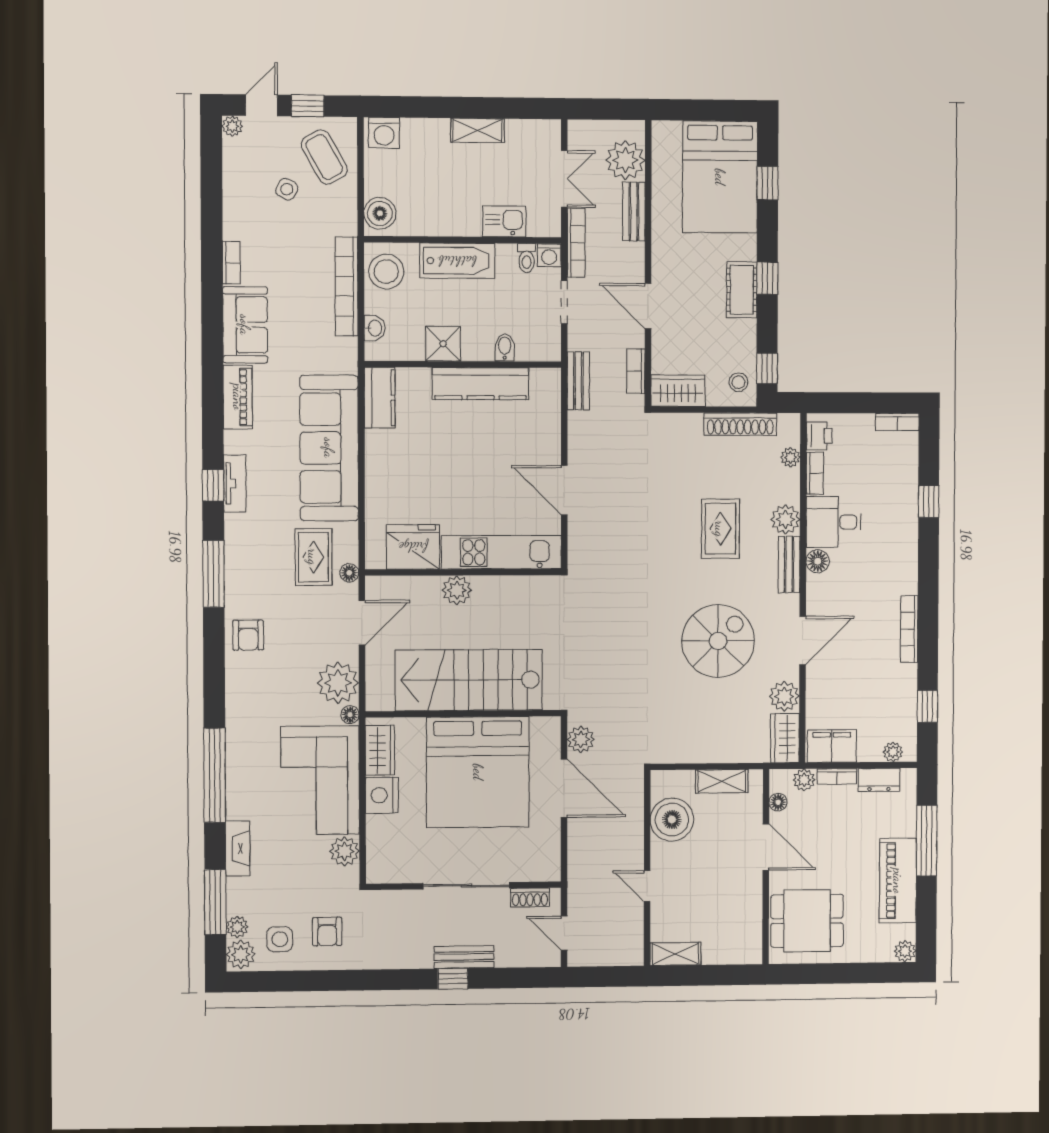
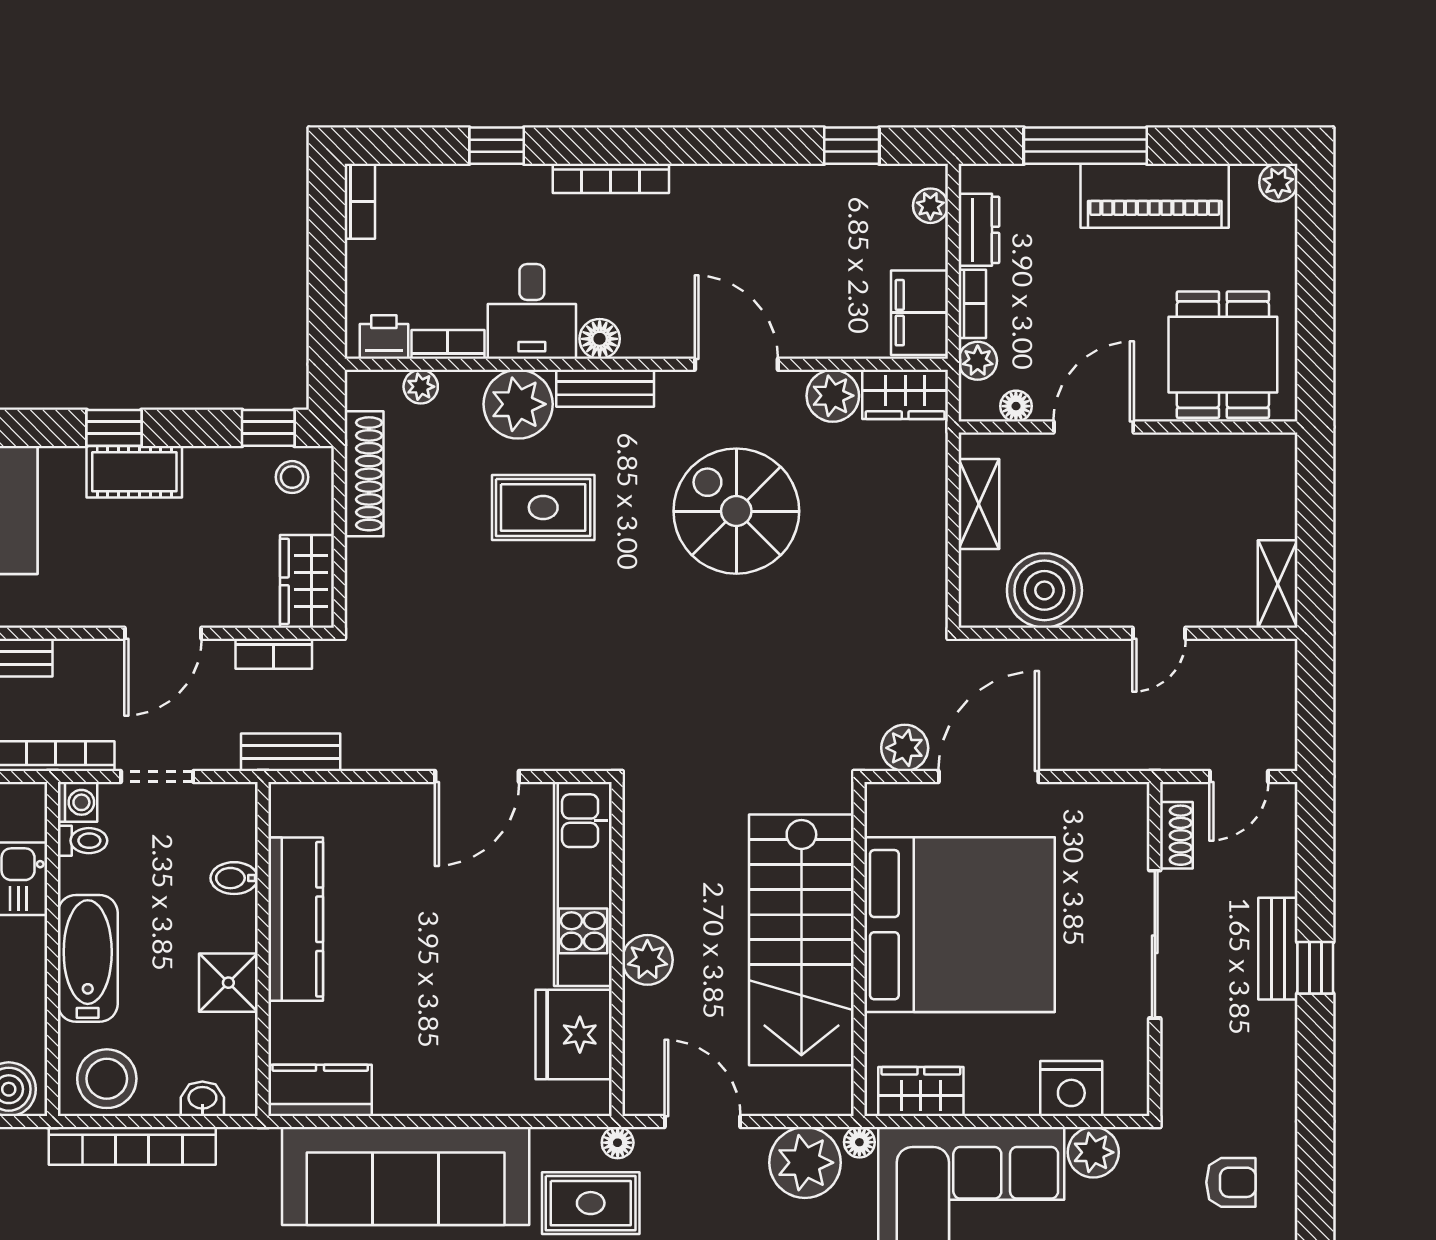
plant: (785, 519) -> (518, 404), width x1.36, depth x1.36
bookcase: (909, 629) -> (611, 178), moved
nightstand: (382, 795) -> (1071, 1089), moved

